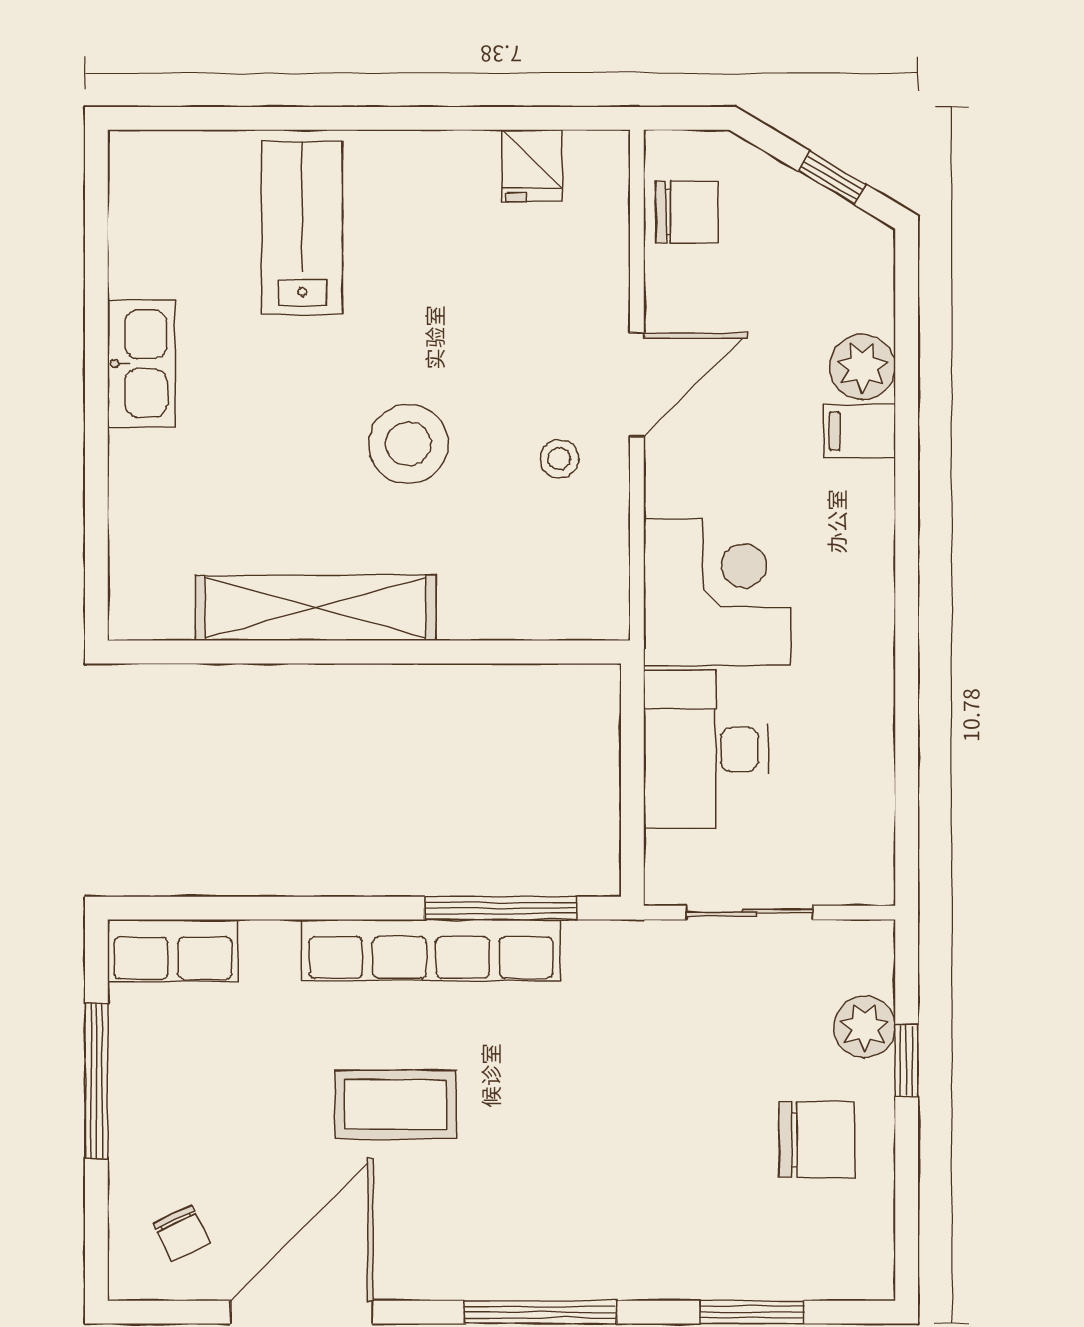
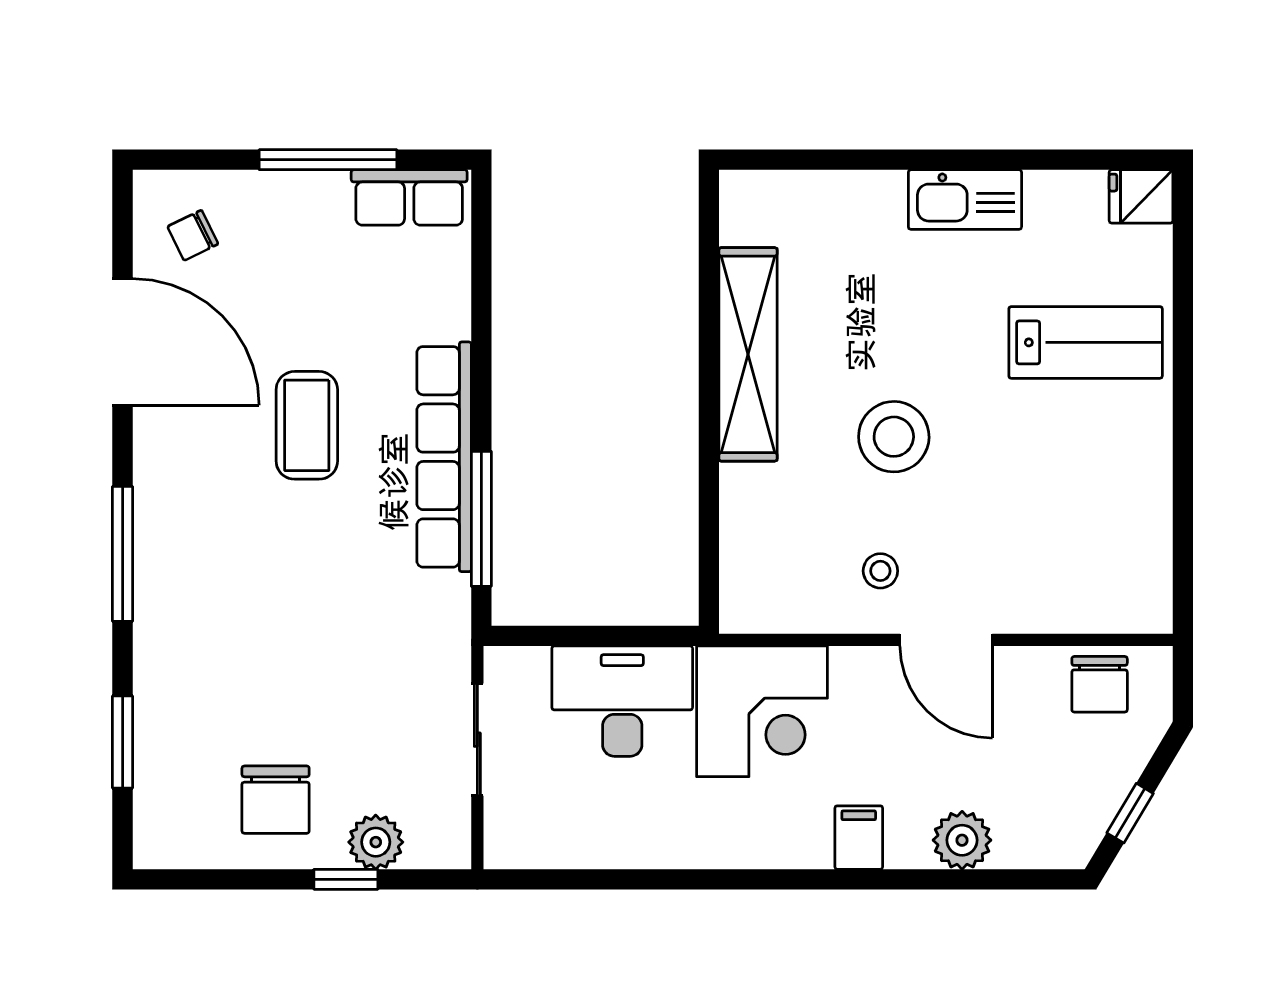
fridge: (532, 165) -> (1141, 196), moved
filing cabinet: (859, 431) -> (859, 838), moved
row of seats: (173, 951) -> (409, 197), moved, turned -90

